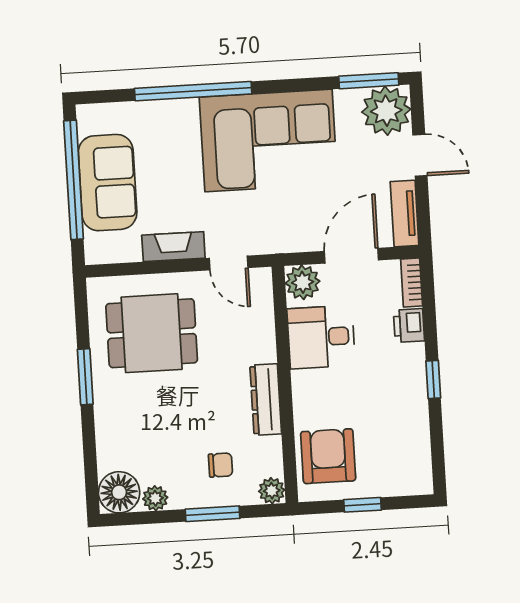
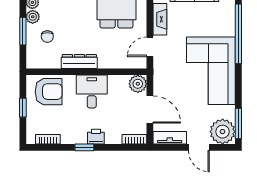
door: (420, 155) -> (199, 147), hinge flipped
printer: (409, 325) -> (96, 137), moved
desk: (321, 337) -> (92, 92), moved
bookcase: (422, 452) -> (48, 139), added
plant: (272, 491) -> (33, 17), moved

